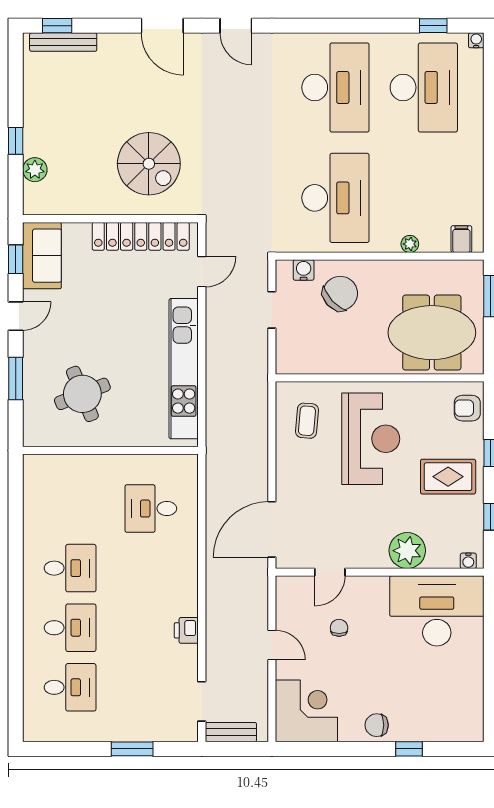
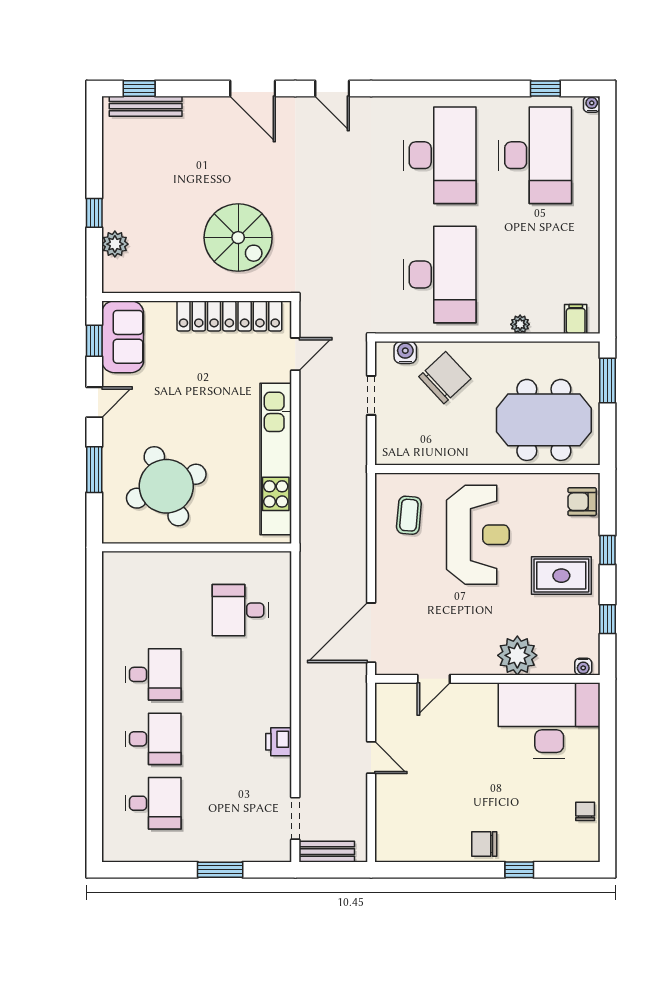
round table: (82, 394) -> (166, 486), width x1.36, depth x1.36
chair: (339, 628) -> (585, 811), moved
corner desk: (306, 711) -> (408, 829), removed

